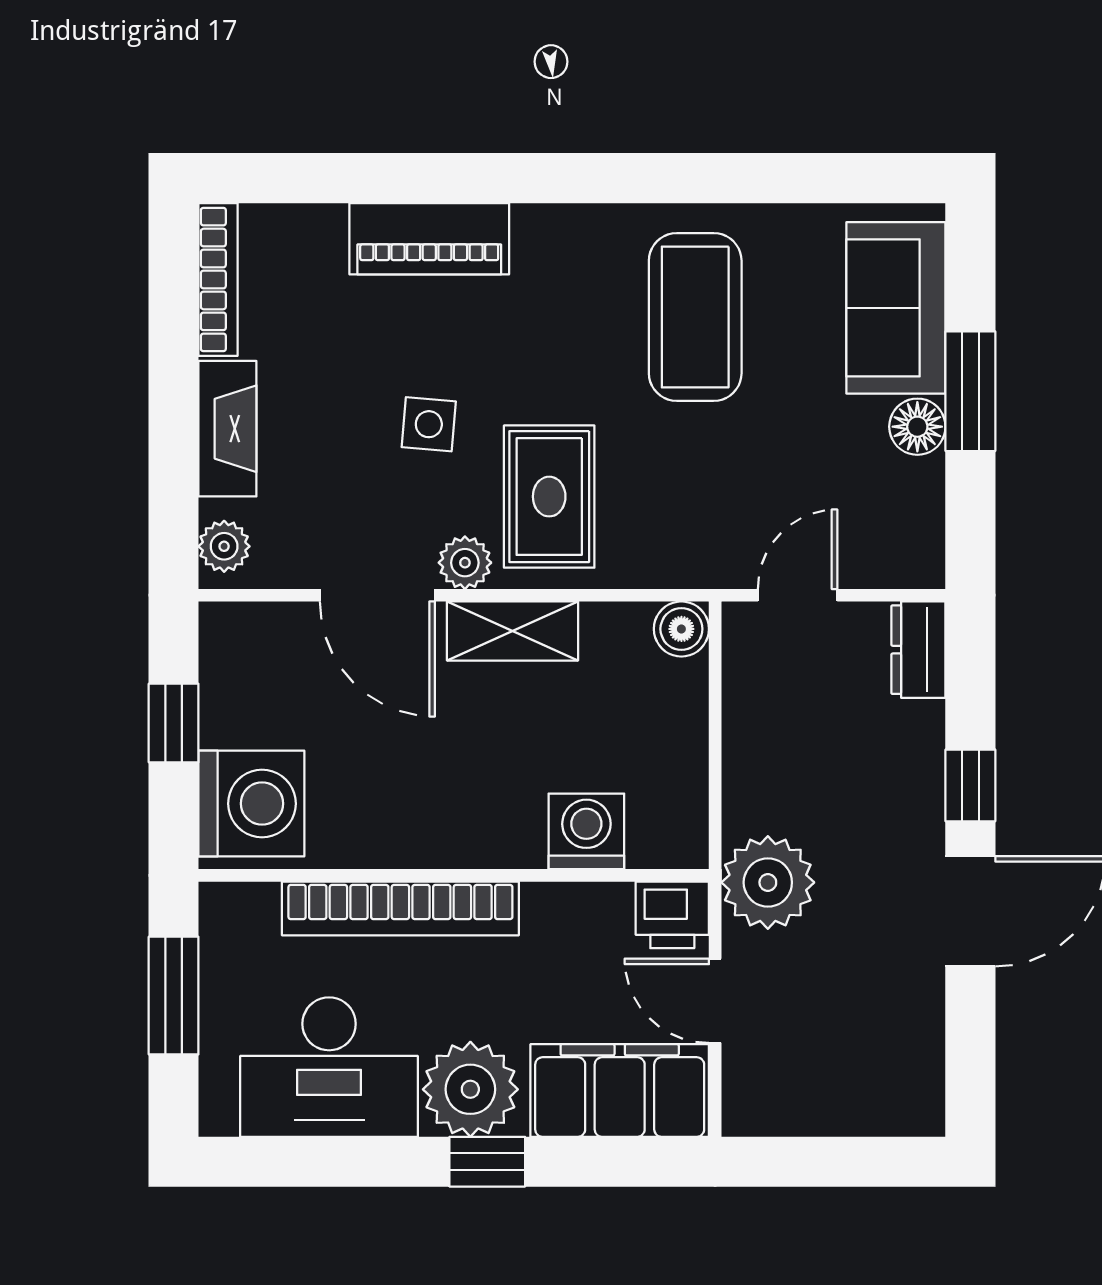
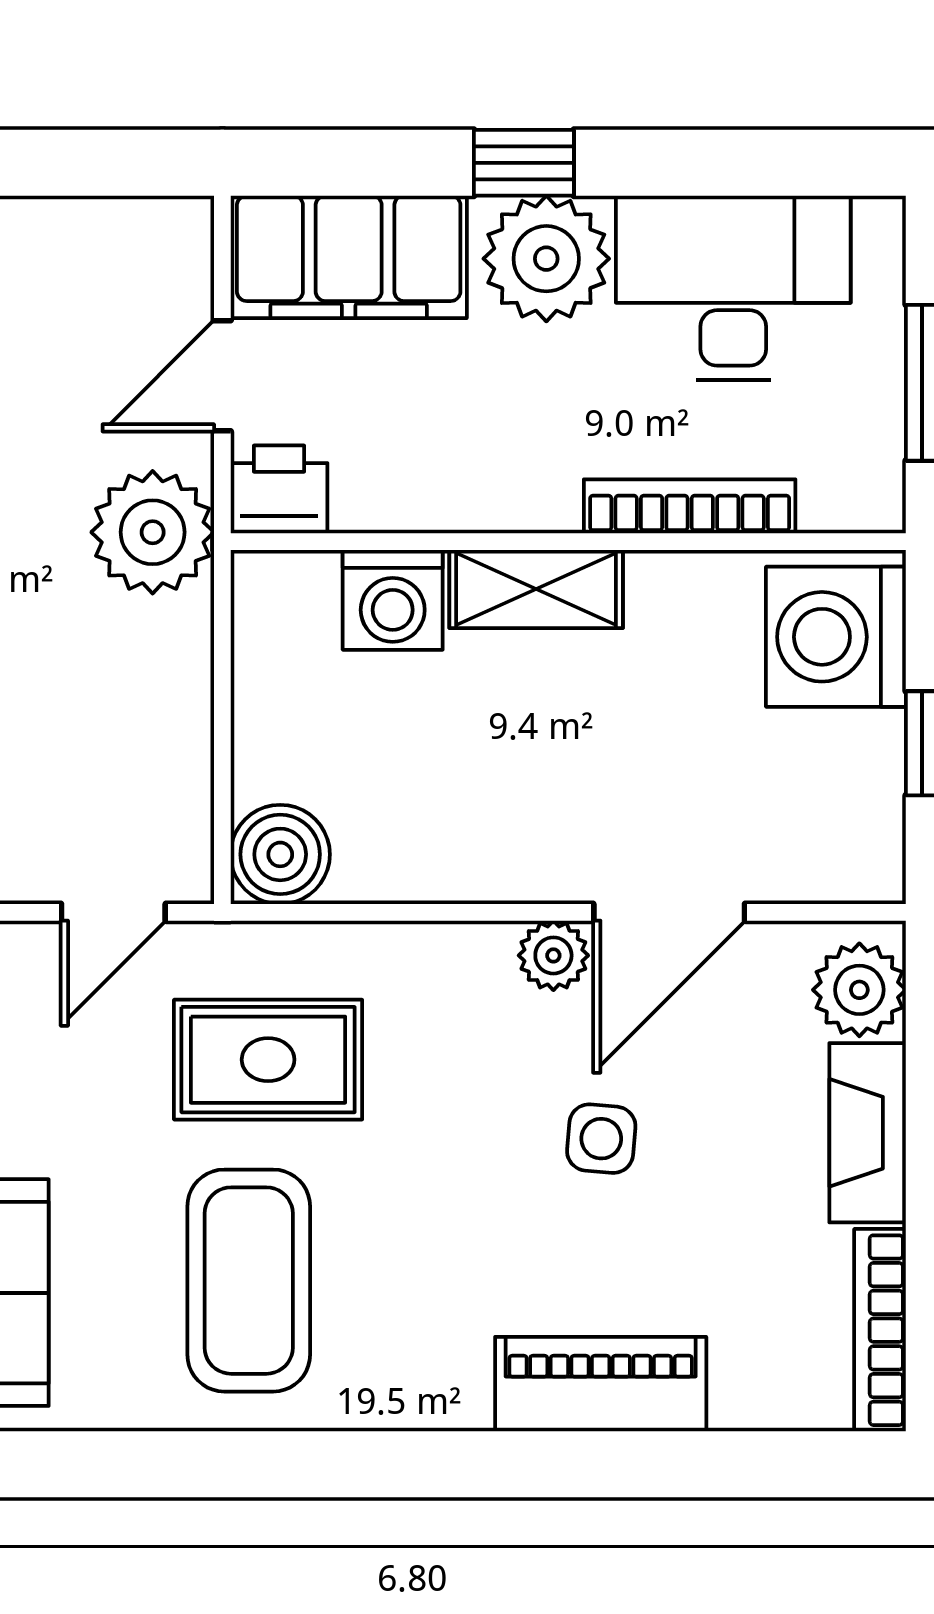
rug: (549, 497) -> (268, 1060), moved, turned 90
plant: (224, 546) -> (859, 990), width x1.38, depth x1.38
door: (377, 595) -> (669, 912), swing flipped
boiler: (681, 629) -> (280, 854), width x1.36, depth x1.36
shelving: (513, 631) -> (536, 589), moved
bookcase: (400, 908) -> (690, 506), width x0.68, depth x0.76
door: (715, 1001) -> (222, 376), swing flipped

